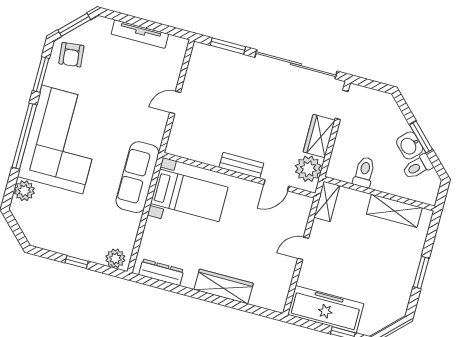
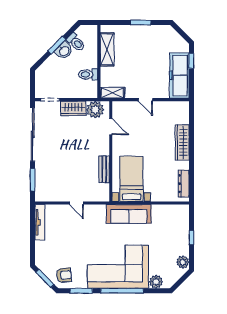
tv unit: (140, 34) -> (40, 222), moved
bench: (241, 165) -> (104, 169), moved
plant: (115, 258) -> (183, 262), moved

